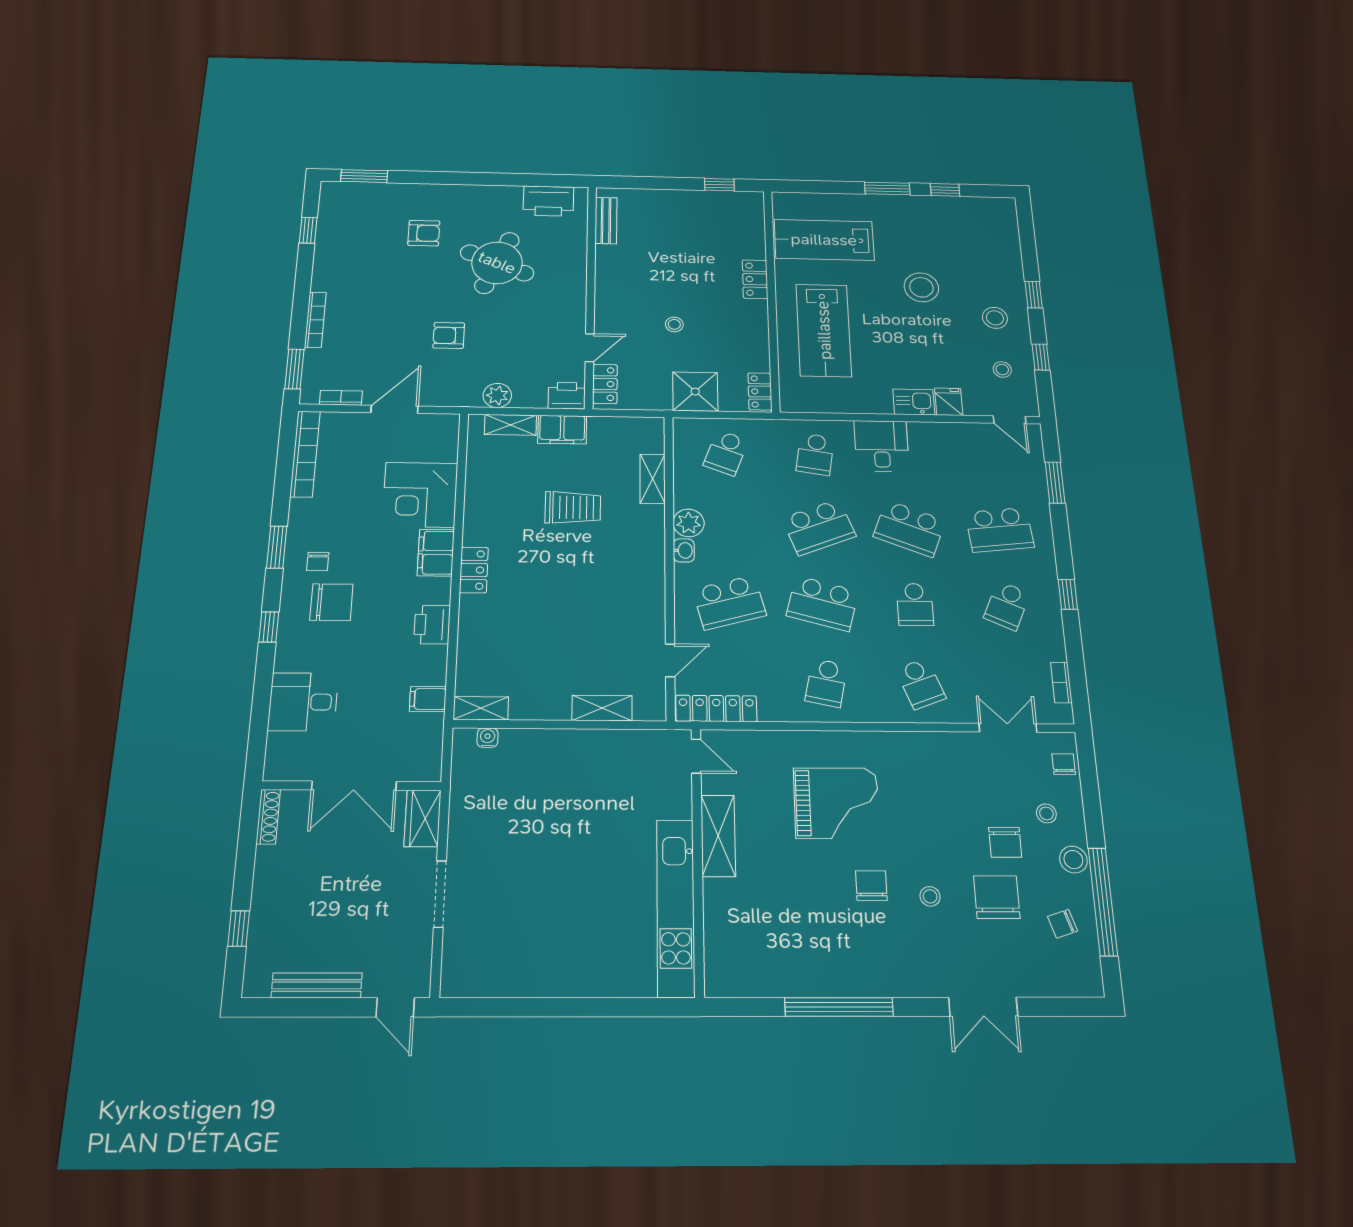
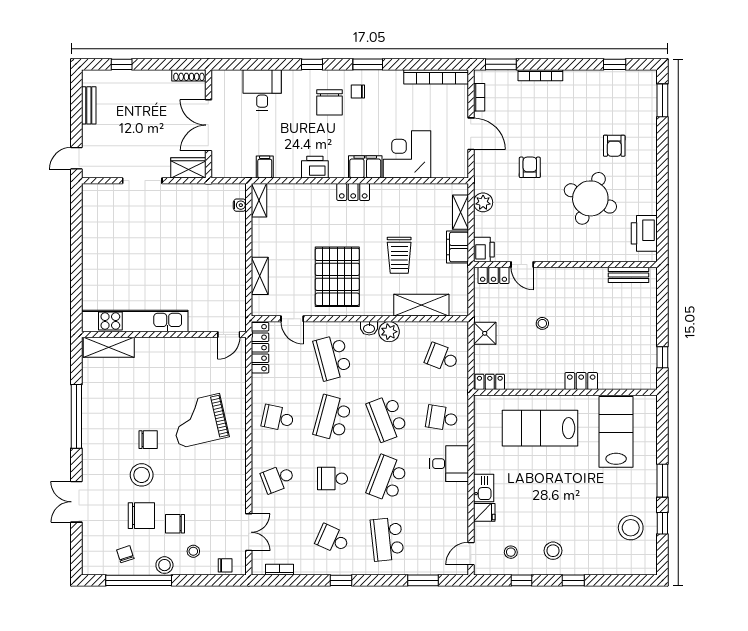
stool: (921, 287) -> (631, 528), moved
shower: (695, 392) -> (485, 333), width x0.73, depth x0.73
shelving: (653, 479) -> (421, 305), width x1.50, depth x1.33
pallet: (605, 594) -> (337, 277), added
grand piano: (836, 803) -> (199, 421), turned 77
shelving: (718, 836) -> (109, 347), moved
stool: (930, 896) -> (142, 475), width x1.89, depth x1.89
bench: (317, 985) -> (89, 105), width x0.73

